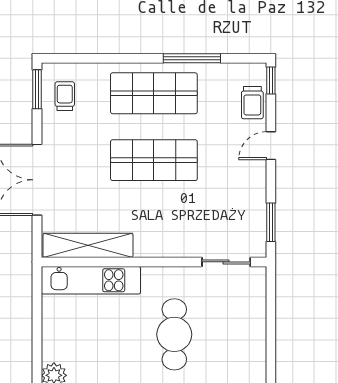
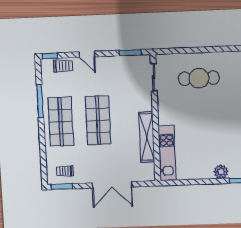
shelving: (88, 245) -> (147, 137), moved
cafe table: (174, 334) -> (199, 78), moved

